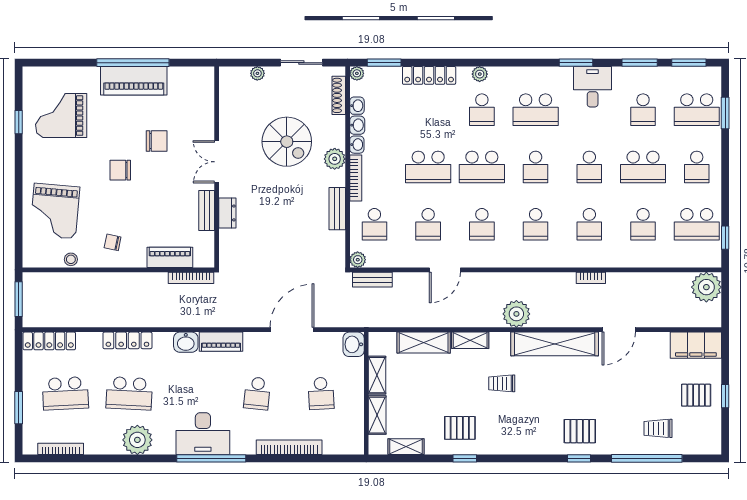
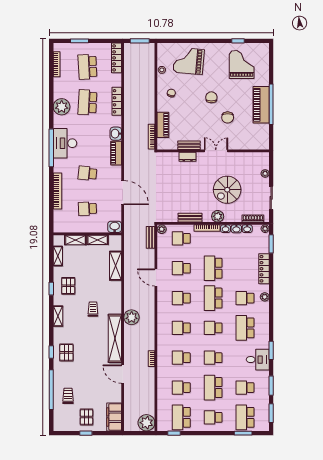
shelving: (470, 340) -> (58, 316), moved

